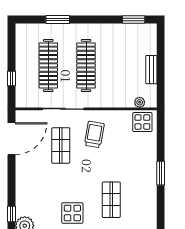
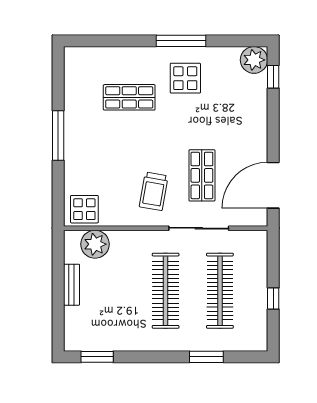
window: (11, 79) -> (273, 298), moved
plant: (140, 102) -> (95, 244), width x1.87, depth x1.87
window: (161, 173) -> (58, 136), width x1.44
shop shelf: (111, 200) -> (129, 97), turned 90

